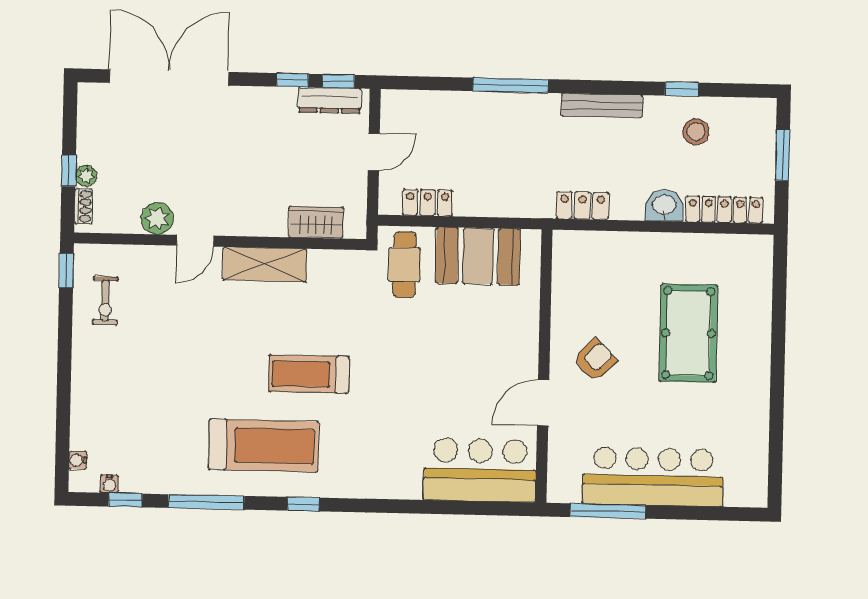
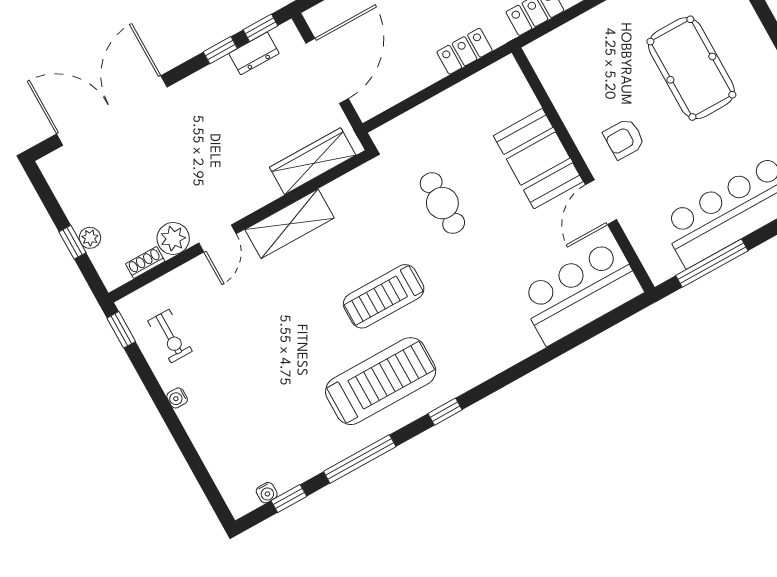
dresser: (330, 100) -> (254, 53), width x0.70
door: (374, 152) -> (327, 71), width x1.87
locker: (428, 203) -> (465, 51), moved
shoe rack: (83, 206) -> (145, 262), moved, turned -90
wardrobe: (316, 222) -> (313, 161), width x1.50
booth: (478, 256) -> (538, 159), moved, turned 90
cafe table: (404, 265) -> (442, 203), moved
armchair: (595, 360) -> (624, 139), turned -135
water cooler: (78, 460) -> (177, 398), moved

